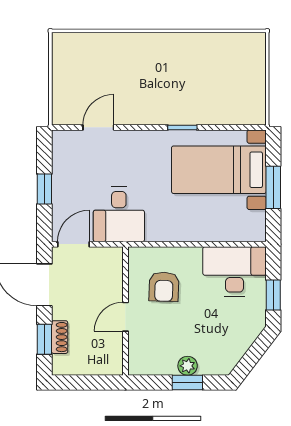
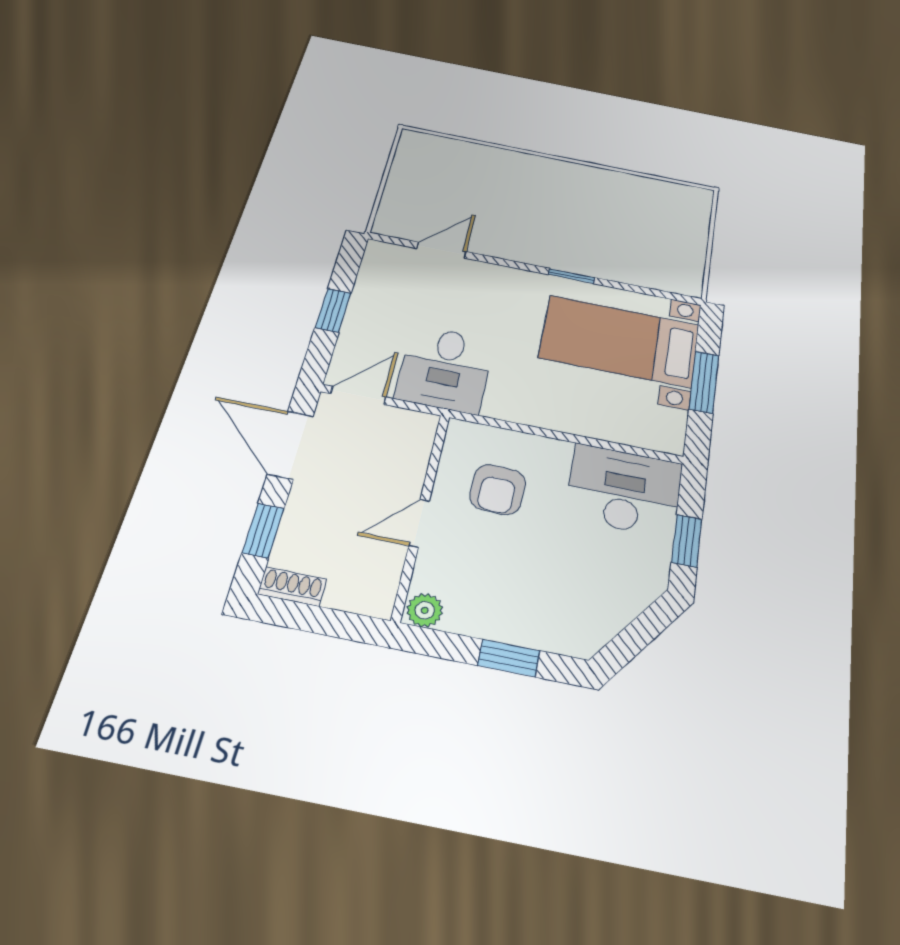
shoe rack: (60, 337) -> (292, 587), moved, turned -90
plant: (188, 366) -> (425, 610), moved

